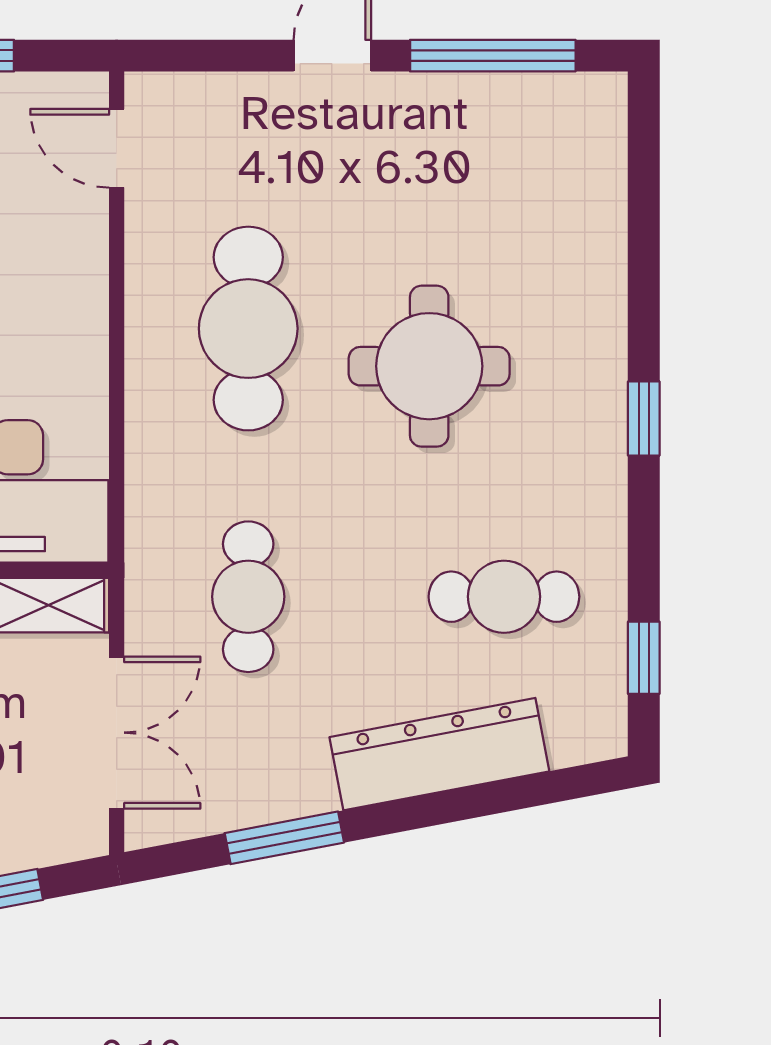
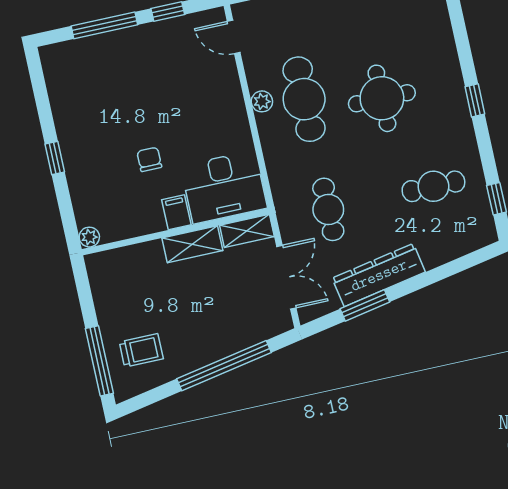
plant: (149, 312) -> (262, 101), added
dresser: (439, 754) -> (379, 275), moved

